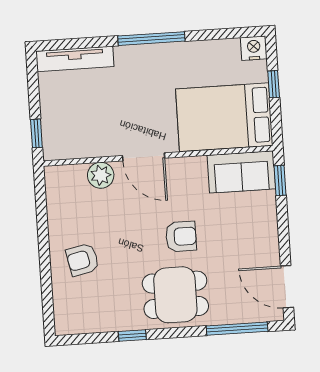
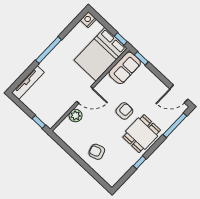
window: (274, 84) -> (121, 39), moved
armchair: (82, 260) -> (97, 152), turned 83

